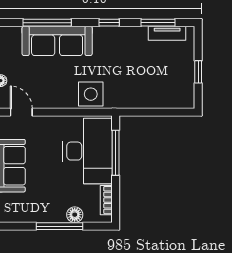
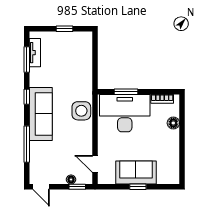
sofa: (57, 41) -> (41, 114), moved
door: (21, 112) -> (95, 164), hinge flipped
window: (116, 153) -> (126, 92), width x0.69
window: (59, 226) -> (182, 135), removed

